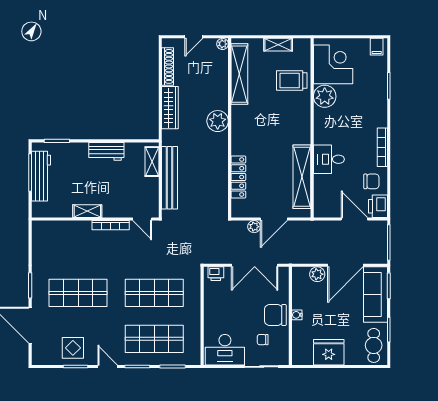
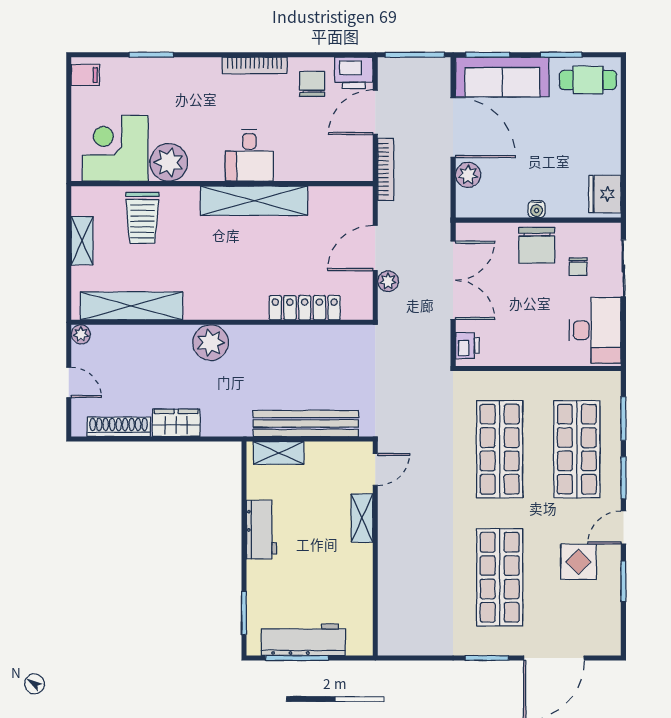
wardrobe: (170, 108) -> (176, 423), width x0.67
desk: (329, 159) -> (249, 155), moved
shelving: (302, 177) -> (254, 201), moved
shelving: (87, 211) -> (362, 518), moved
door: (274, 219) -> (375, 248), swing flipped
bookcase: (111, 225) -> (386, 169), moved
display table: (73, 348) -> (578, 562), moved
fridge: (329, 352) -> (605, 194), moved, width x0.73, depth x0.75

